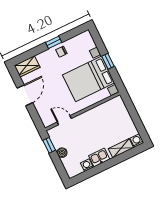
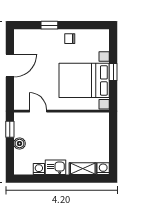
window: (54, 42) -> (49, 25), moved
wardrobe: (27, 66) -> (27, 37), removed

